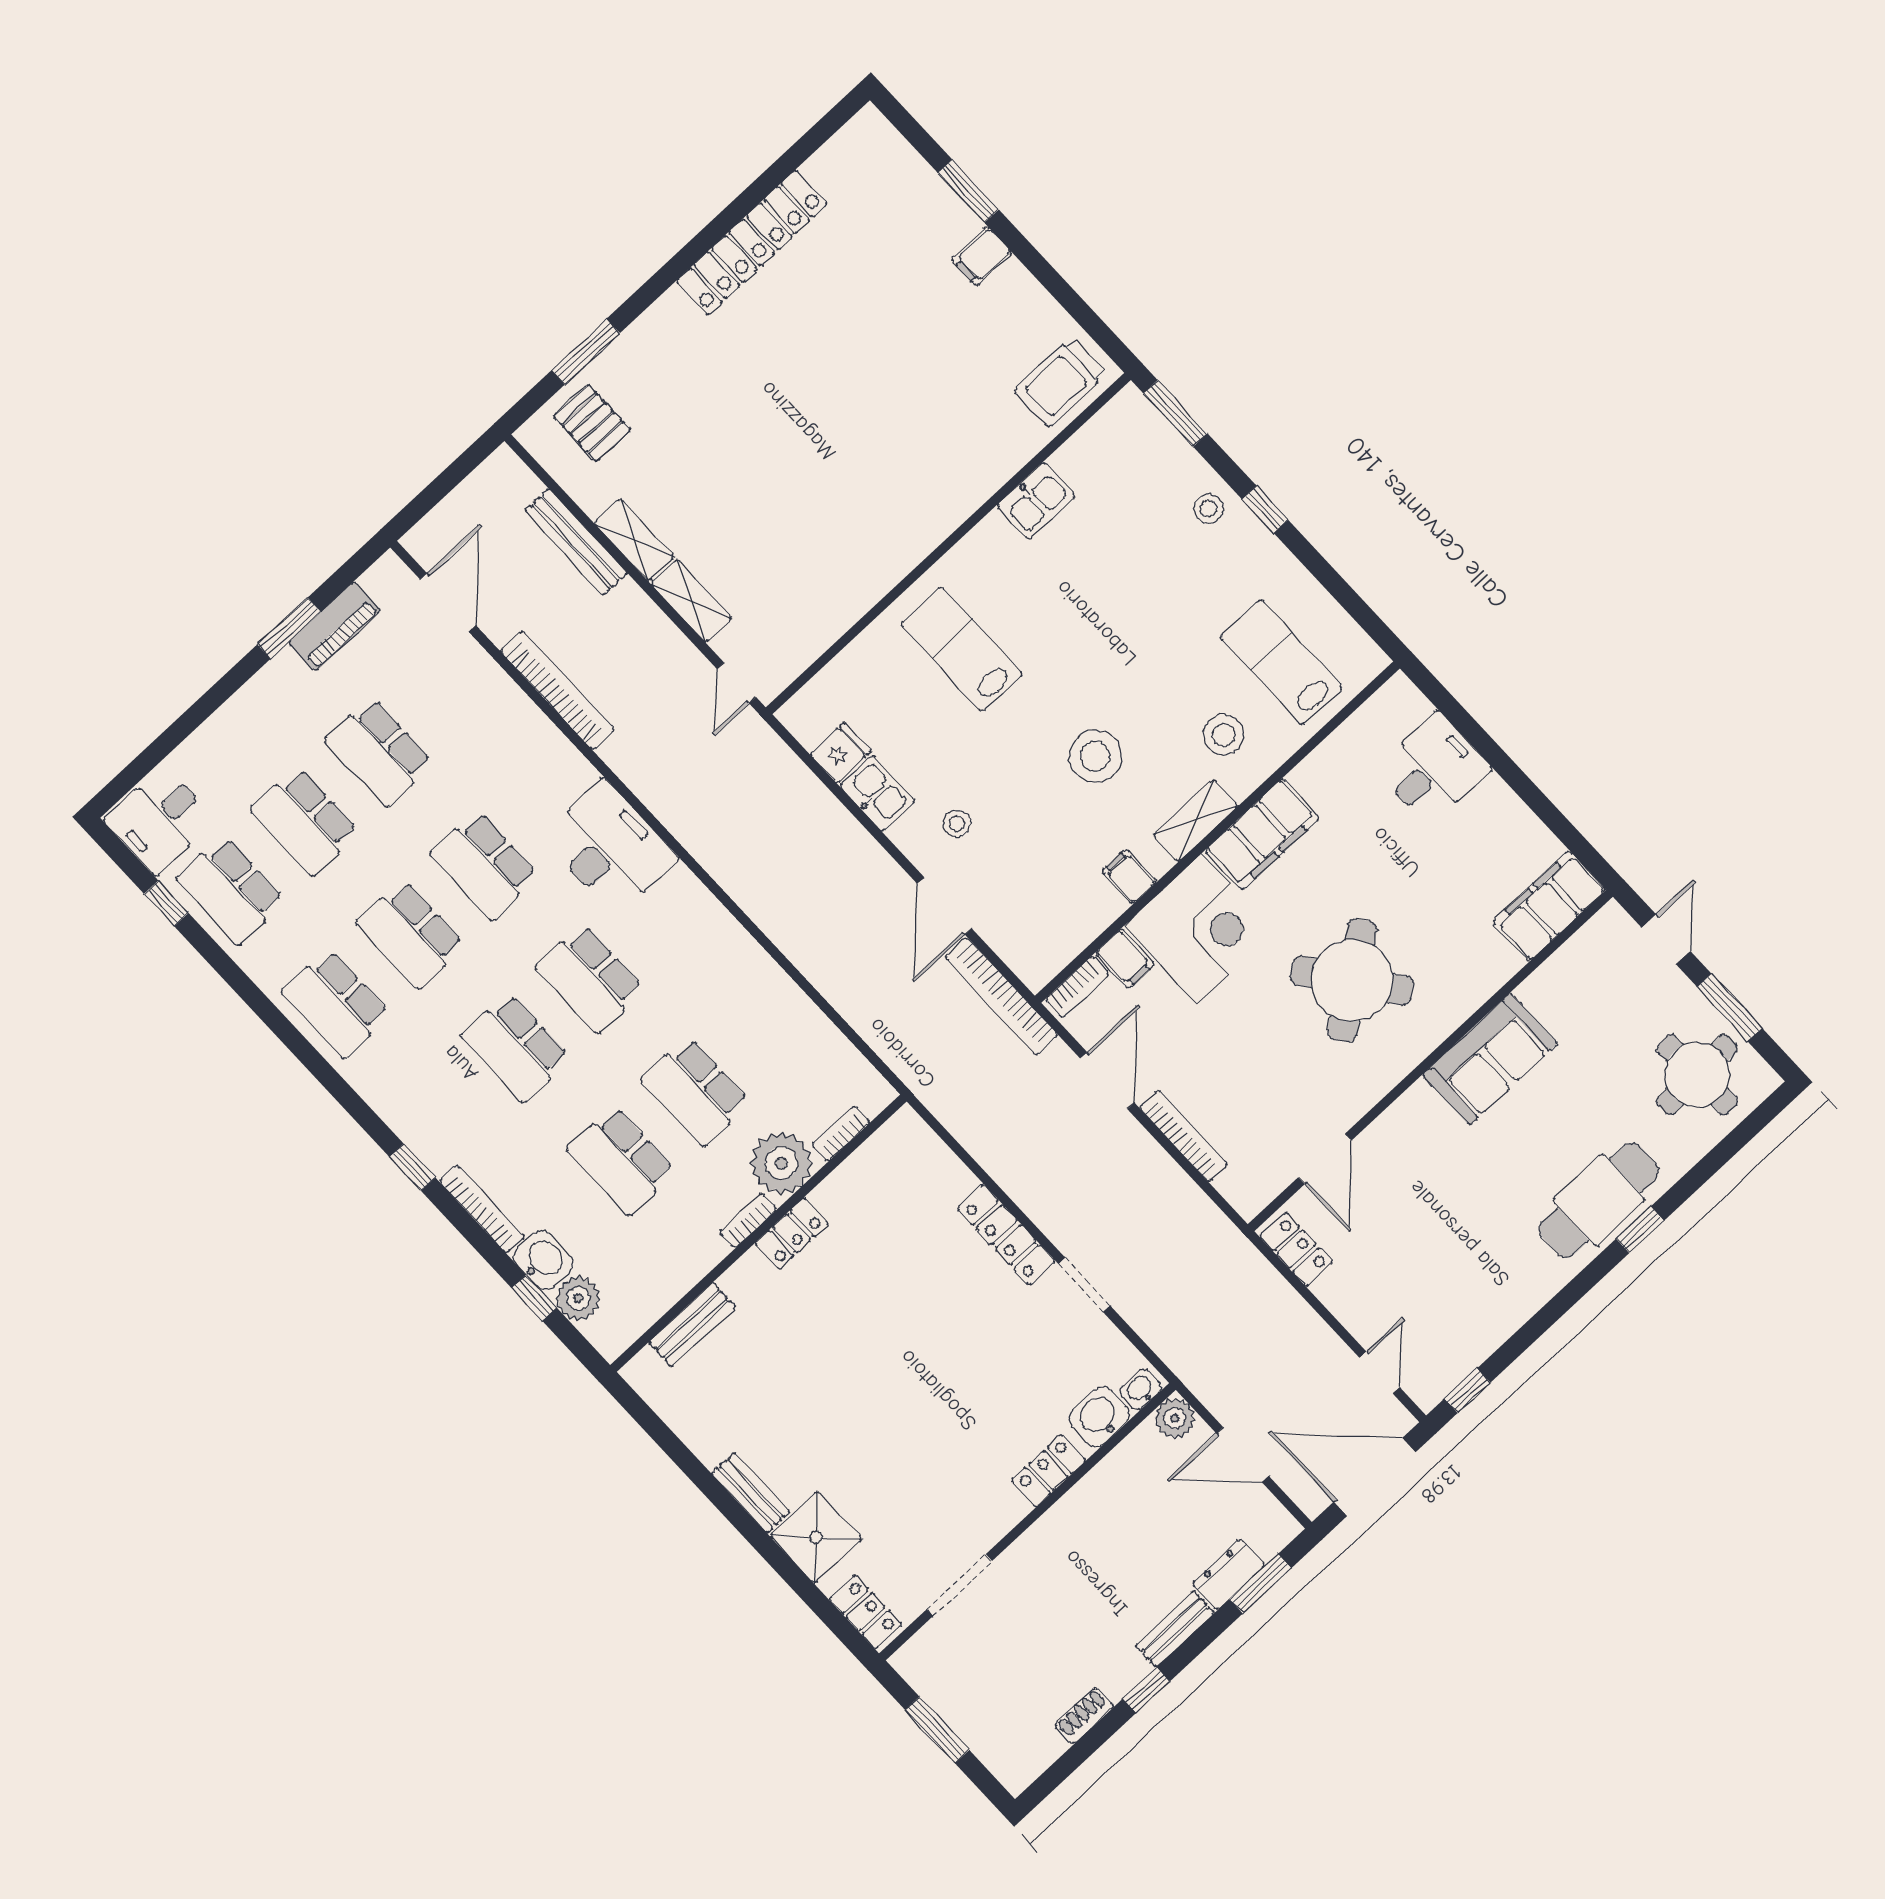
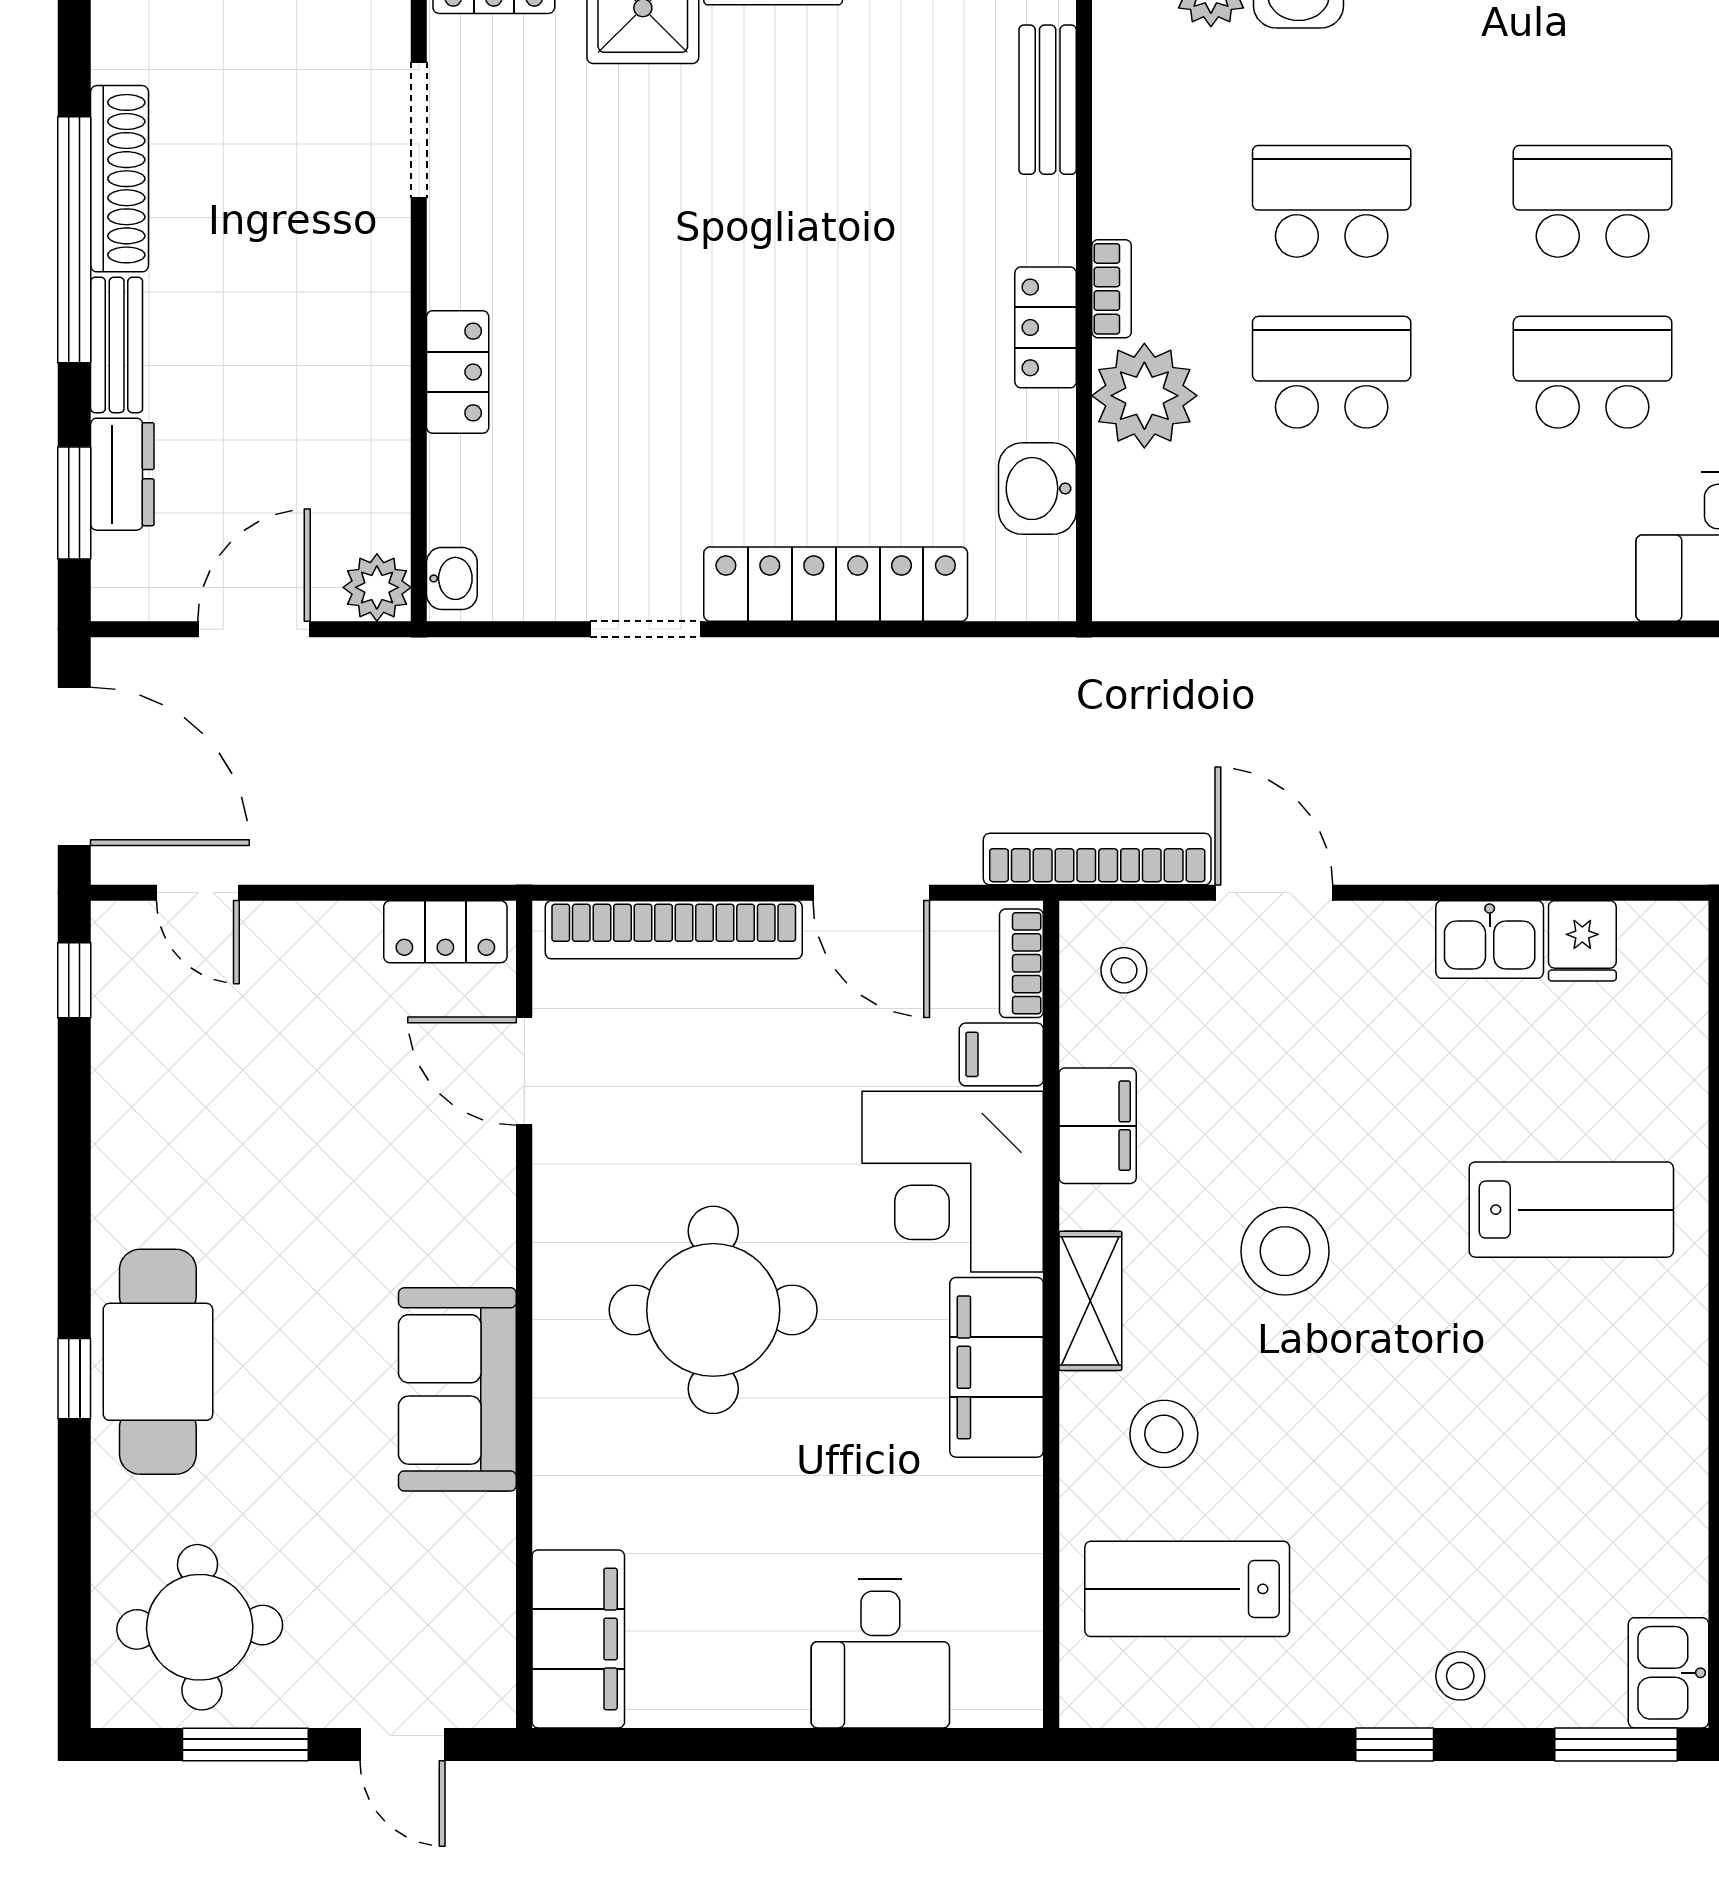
kitchen sink: (1036, 501) -> (1668, 1673), moved
lab bench: (1281, 662) -> (1187, 1589), turned 180
stool: (957, 823) -> (1124, 970), moved
filing cabinet: (1129, 876) -> (1098, 1126), width x2.00
round table: (1352, 980) -> (713, 1310), turned 36
bookcase: (841, 1134) -> (1112, 503), removed
bookcase: (1183, 1136) -> (674, 930), width x1.48, depth x1.31
locker: (1006, 1235) -> (836, 584), width x1.41, depth x1.21
washbasin: (1099, 1417) -> (1037, 489), moved, turned 180
door: (1375, 1477) -> (74, 766), hinge flipped
window: (1146, 1690) -> (74, 240), width x3.17
shoe rack: (1084, 1716) -> (120, 179), width x1.94, depth x1.24

